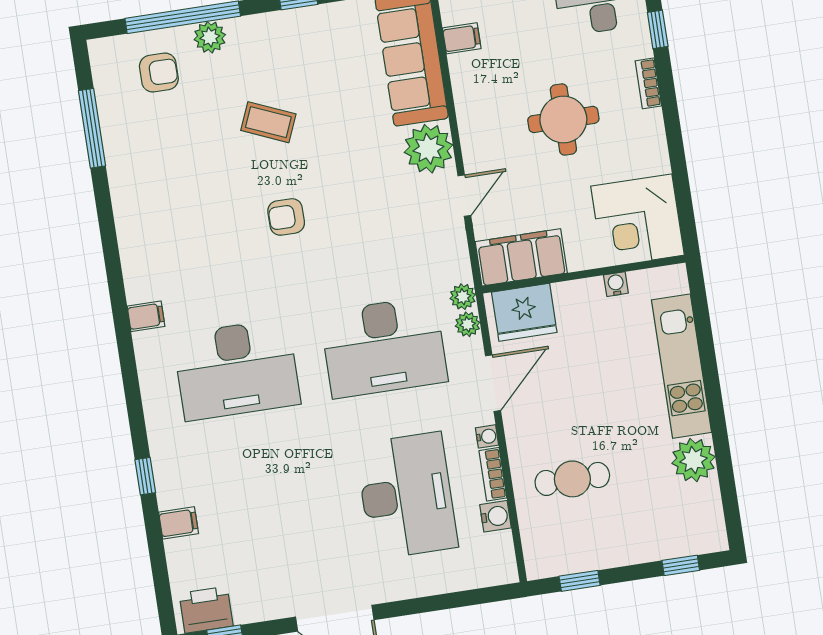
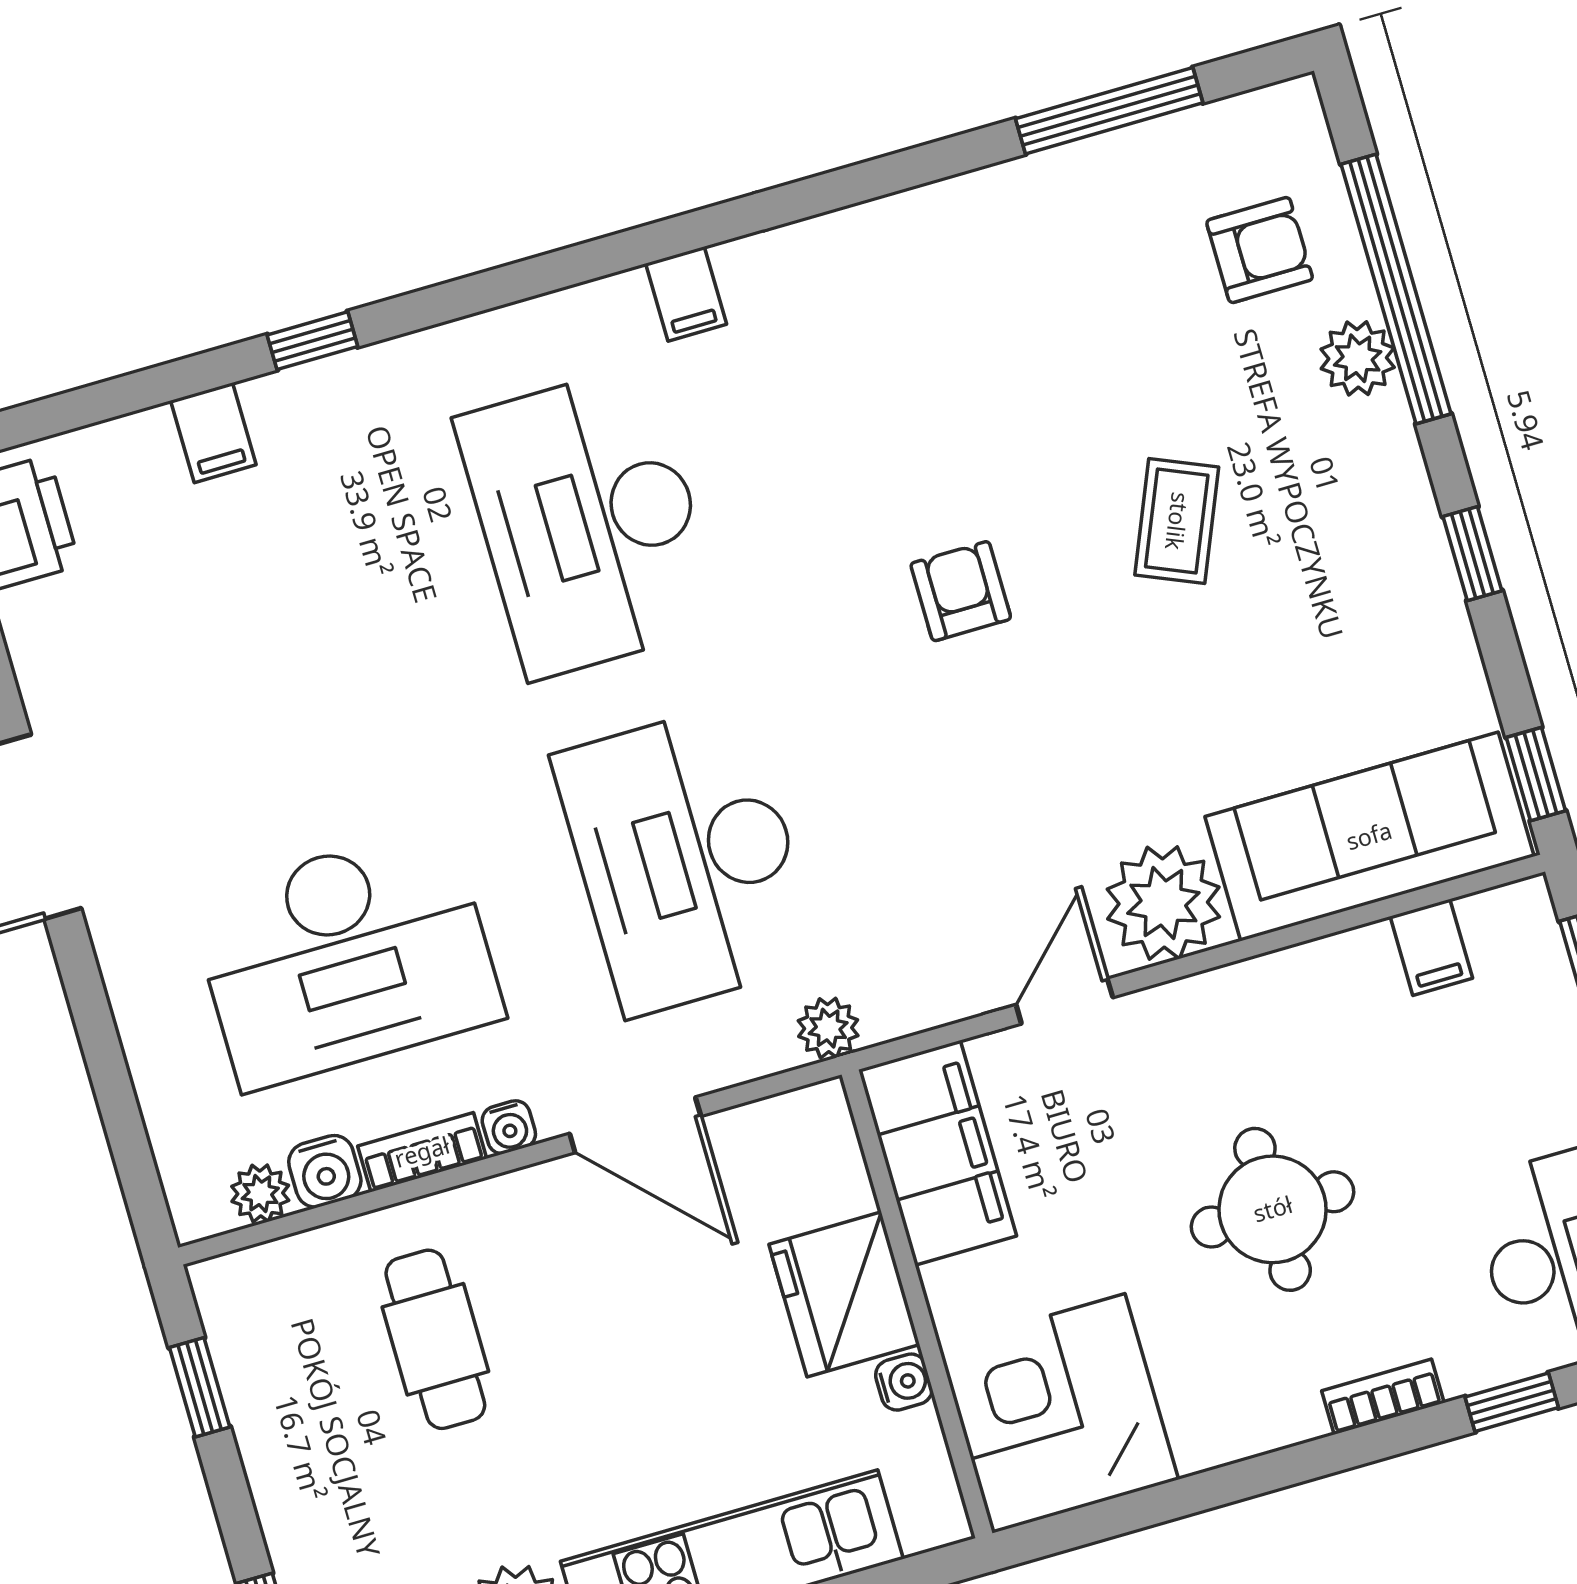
armchair: (159, 73) -> (1260, 250), turned -90
door: (464, 196) -> (1064, 1001), swing flipped
fridge: (524, 312) -> (844, 1294), moved
plant: (468, 324) -> (260, 1193), moved

